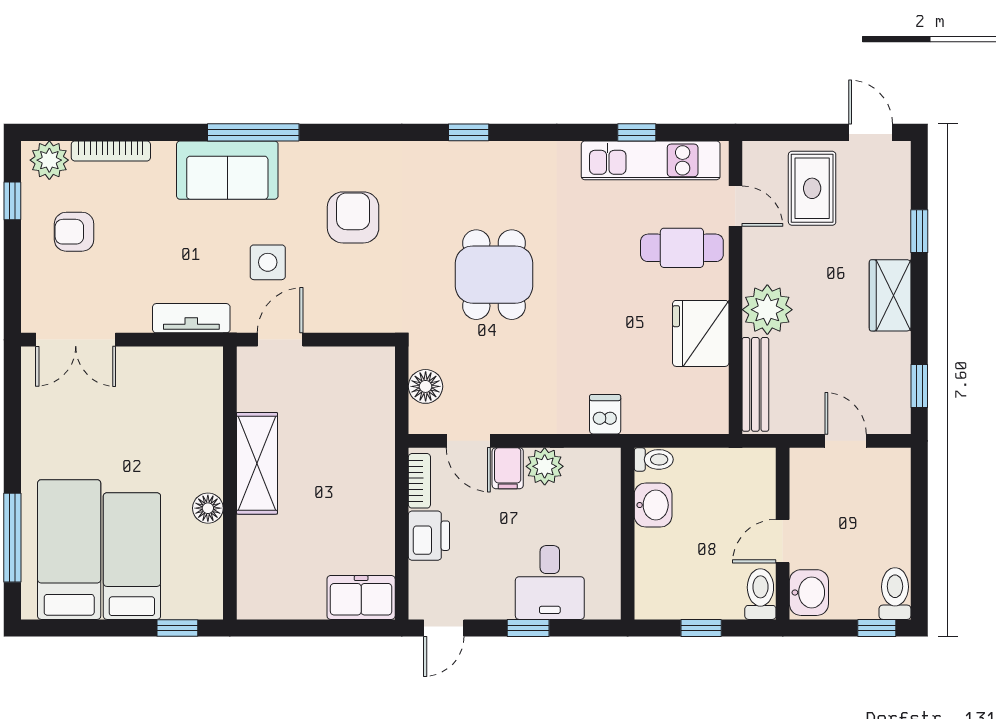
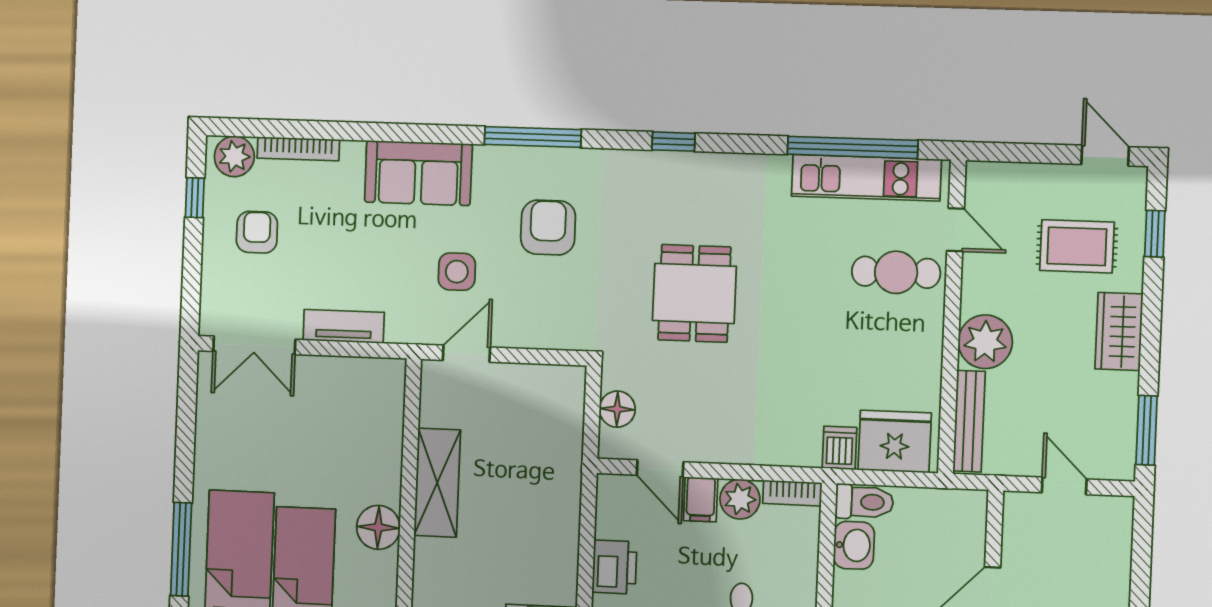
window: (253, 132) -> (533, 137), moved
window: (637, 132) -> (853, 147), width x3.17
rug: (812, 188) -> (1077, 246), moved, turned 90
window: (919, 231) -> (1155, 234), moved
armchair: (74, 232) -> (257, 232), turned 90
tv unit: (191, 318) -> (344, 326), moved
fridge: (701, 333) -> (895, 441), moved, turned 90
window: (919, 386) -> (1147, 430), width x1.50
dishwasher: (605, 414) -> (839, 448), moved
toilet: (654, 459) -> (864, 502), width x1.37, depth x1.39
bookcase: (419, 481) -> (792, 493), moved, turned 90
floor lamp: (208, 508) -> (378, 527), width x1.38, depth x1.38

